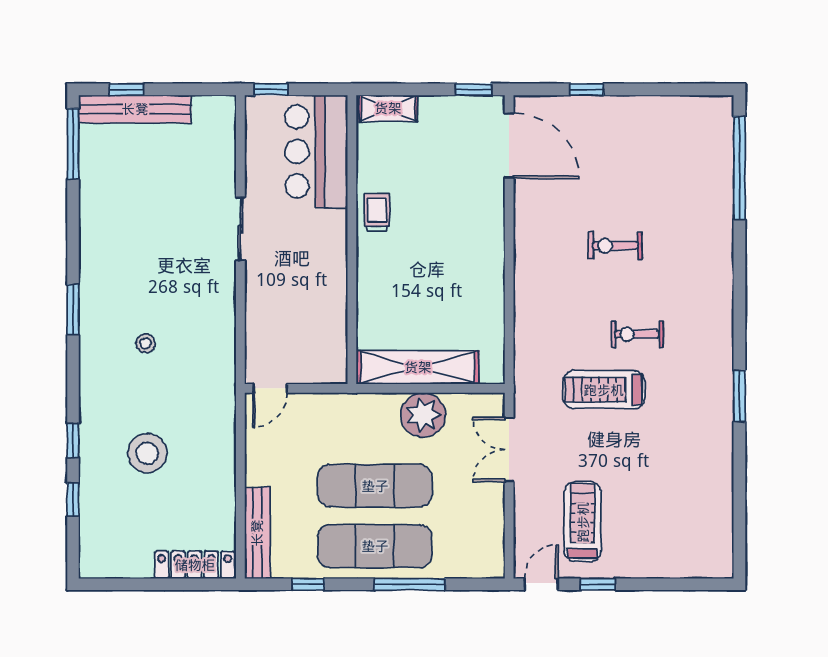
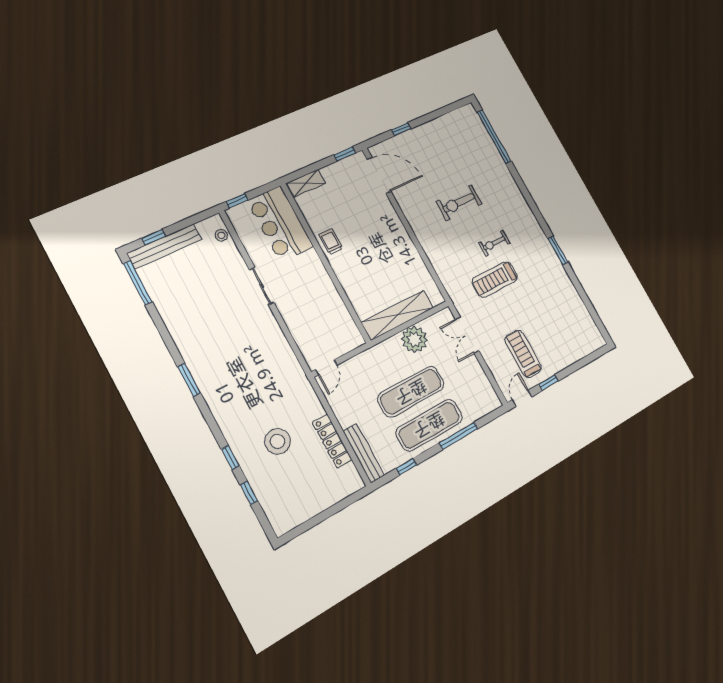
exercise bike: (615, 246) -> (459, 203), width x1.38, depth x1.39
stool: (146, 343) -> (221, 235), moved
locker: (195, 565) -> (332, 441), moved, turned -90

